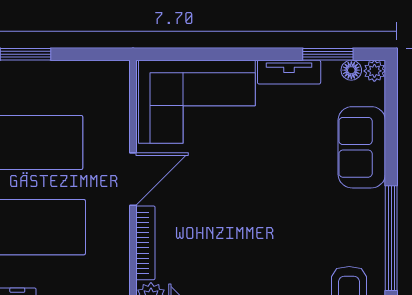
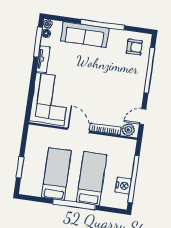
window: (328, 54) -> (38, 42), width x1.44
sofa: (362, 147) -> (85, 35), width x1.36
window: (391, 238) -> (103, 25), moved

